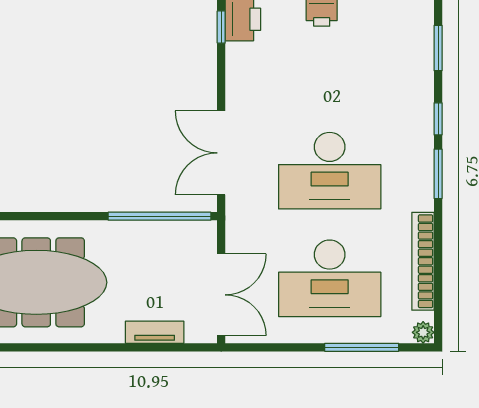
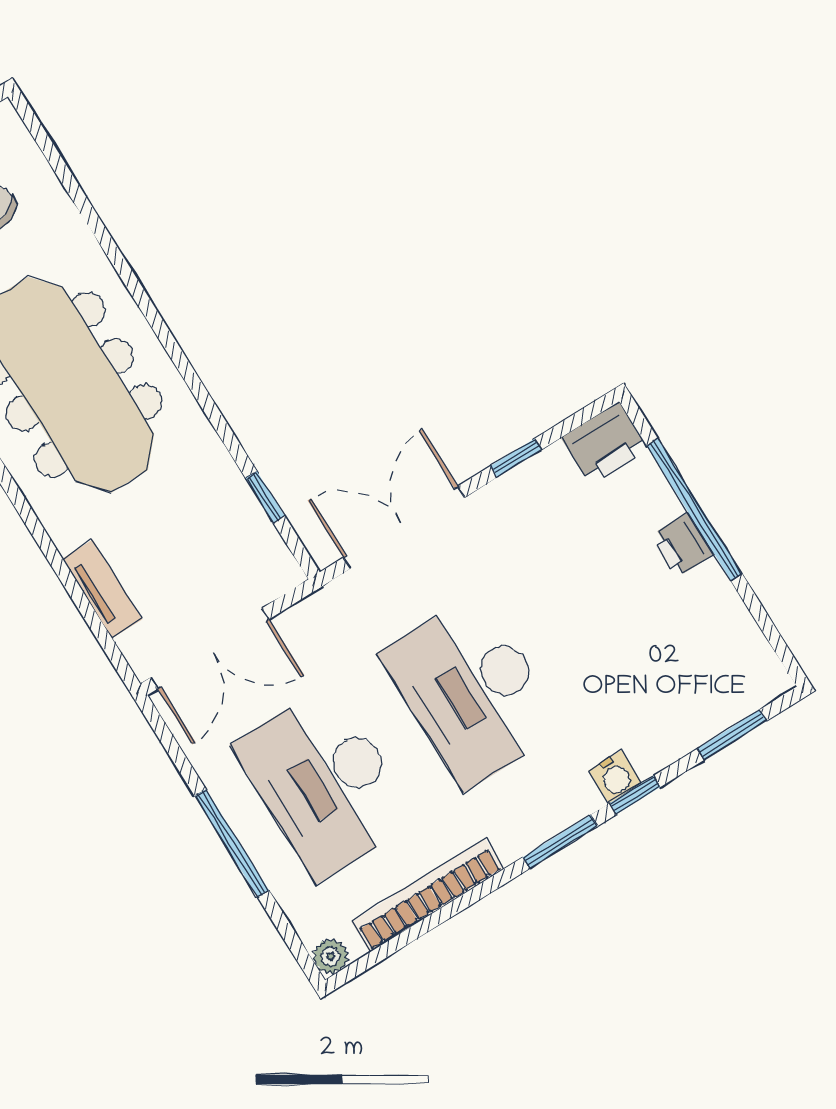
window: (221, 27) -> (516, 458), moved
water cooler: (422, 123) -> (615, 777), added
window: (159, 216) -> (265, 497), width x0.32
window: (362, 347) -> (232, 843), moved

